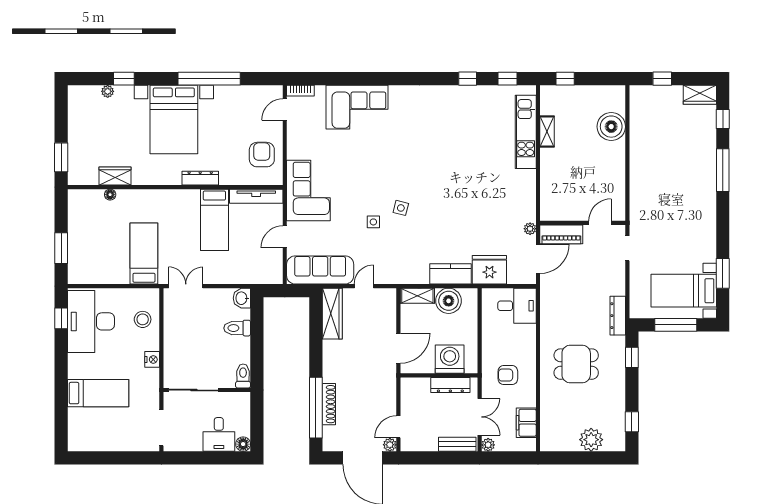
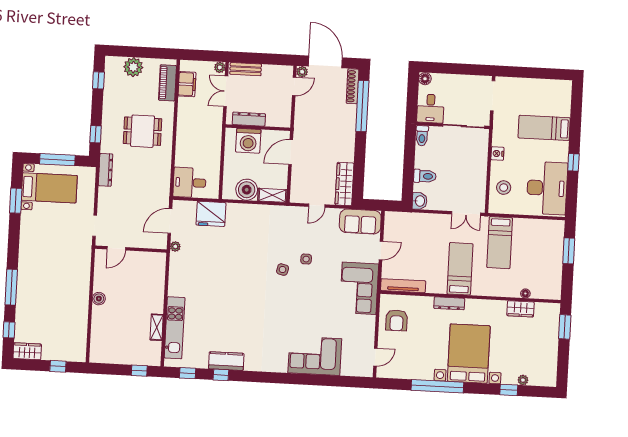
bookcase: (300, 91) -> (361, 372), removed
boiler: (611, 127) -> (99, 299), moved, width x0.54, depth x0.54
bed: (214, 220) -> (460, 269), moved
piano: (561, 234) -> (167, 83), moved, turned -90
sofa: (320, 270) -> (360, 222), width x0.73
kitchen counter: (451, 274) -> (226, 361), moved, turned 180
window: (61, 318) -> (573, 162), moved
armchair: (508, 375) -> (200, 125), removed
shoe rack: (329, 404) -> (353, 86), moved
desk: (219, 434) -> (430, 109), moved, turned 180

